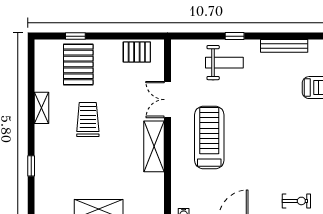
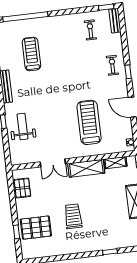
shelving: (42, 108) -> (115, 163), moved
trolley: (88, 119) -> (73, 216), turned 90
treadmill: (209, 138) -> (89, 122), moved, turned 90

